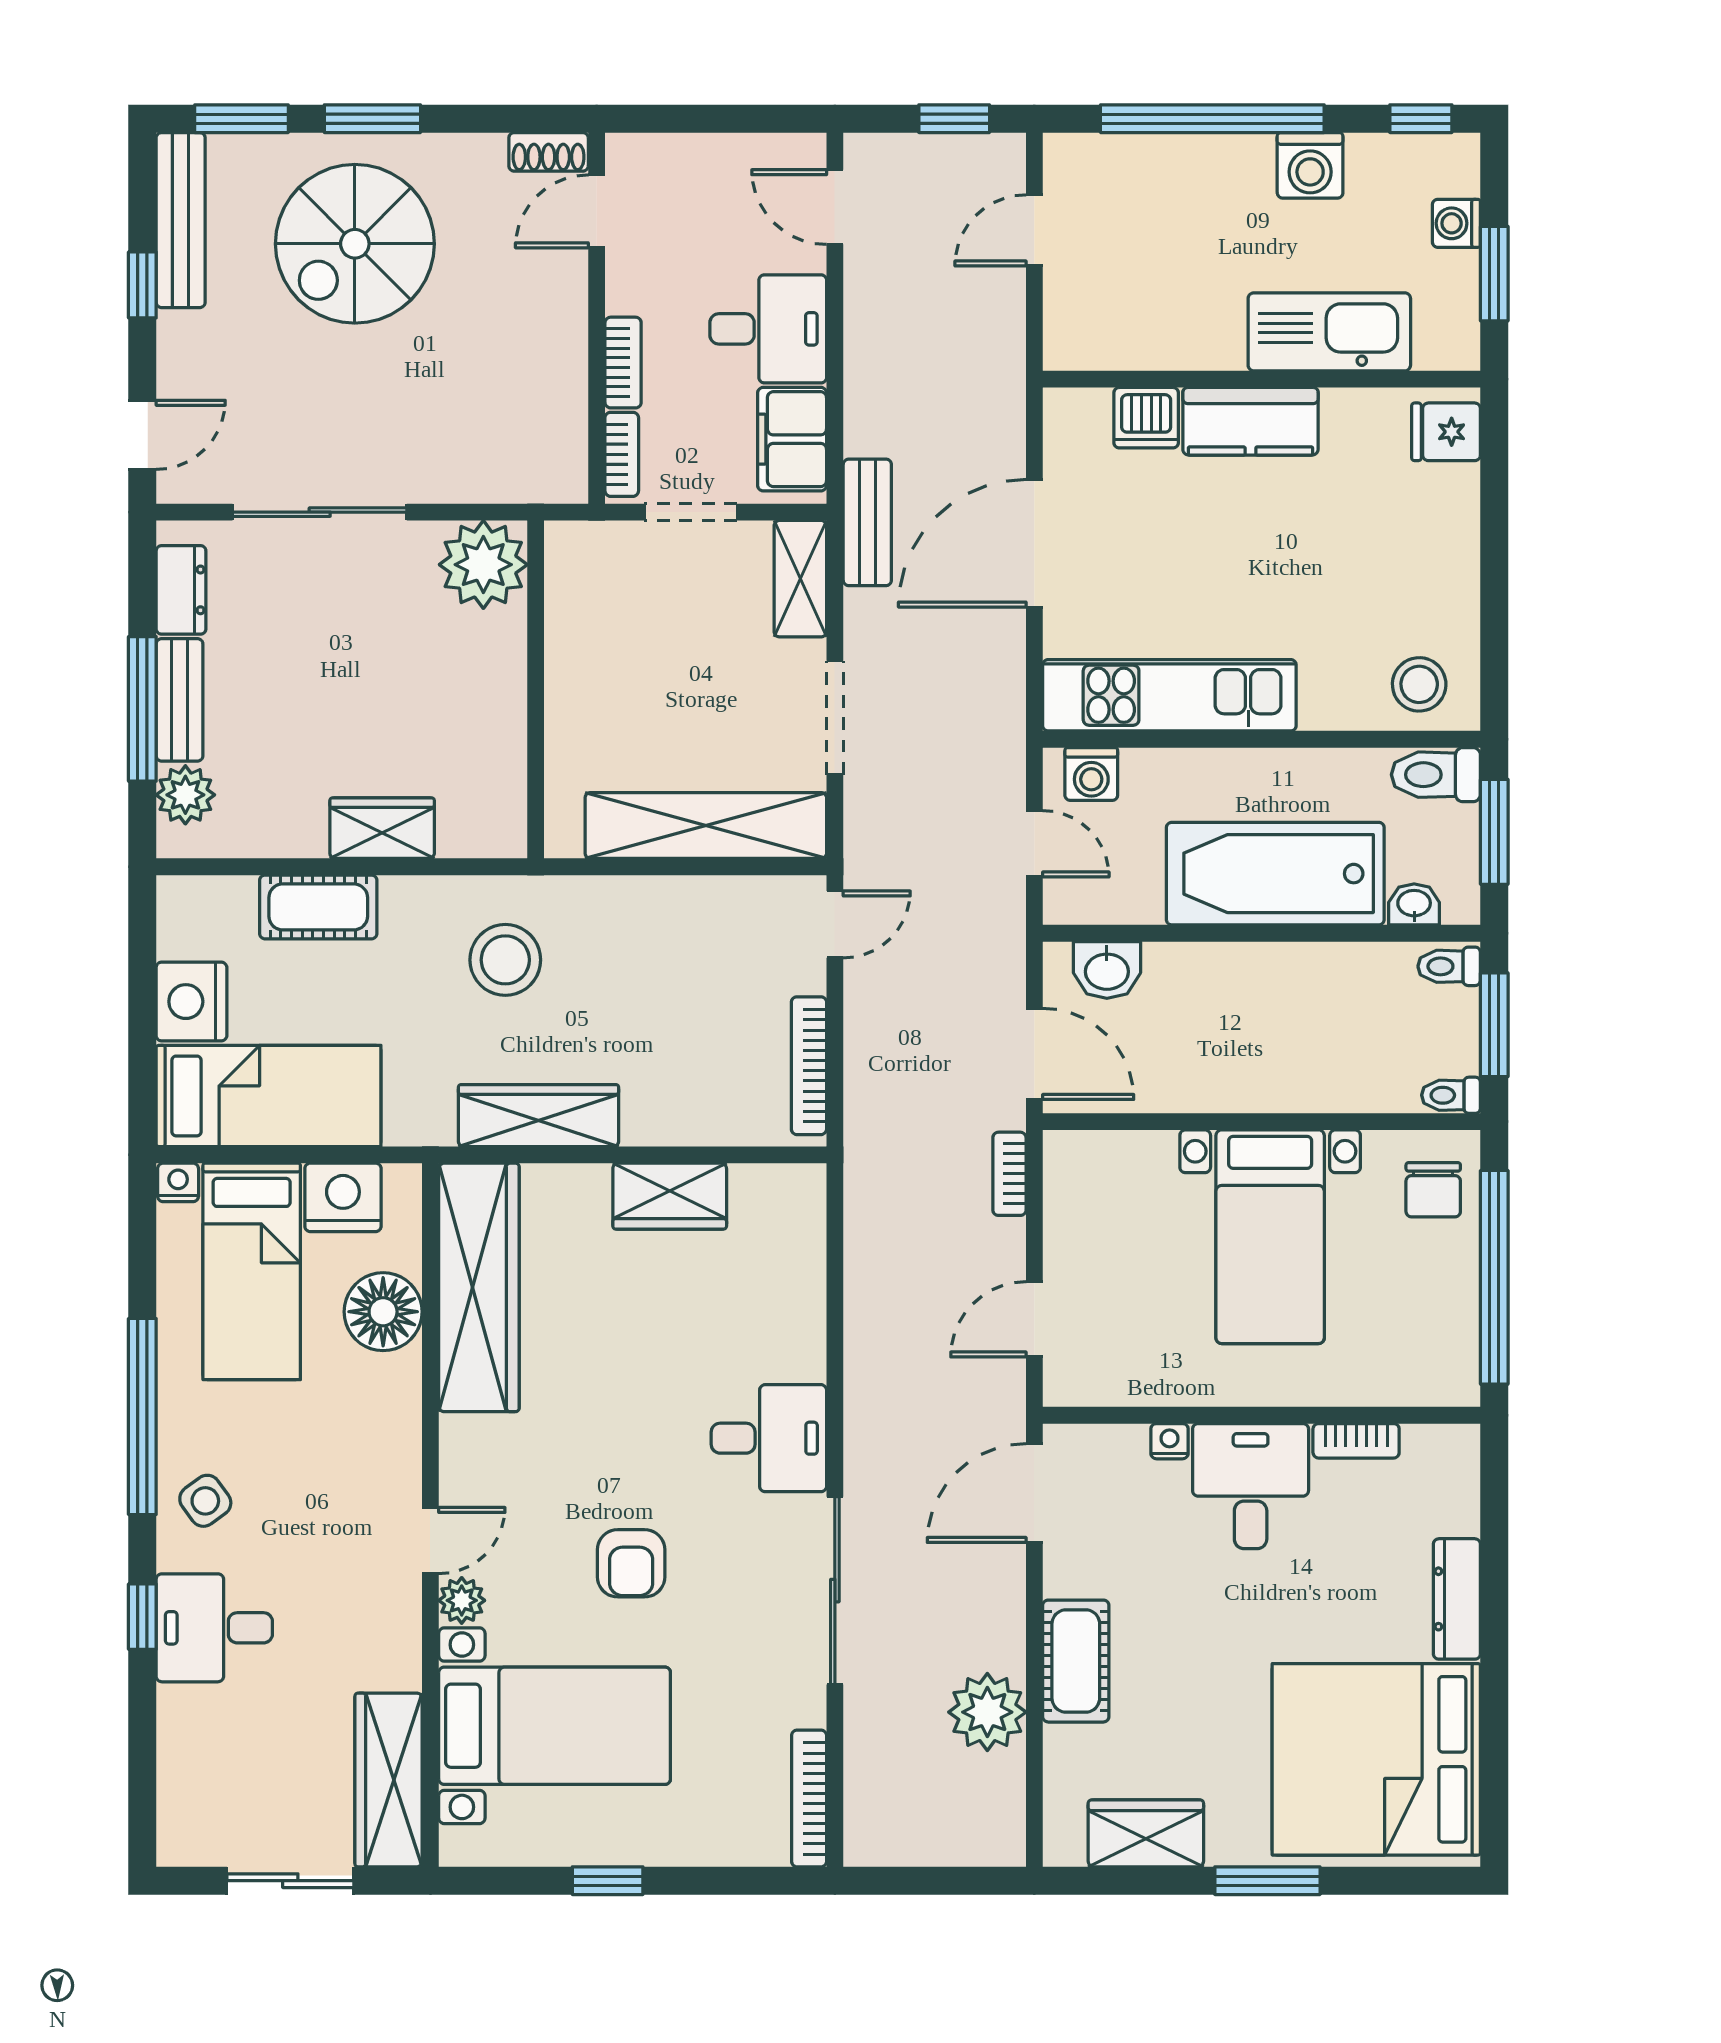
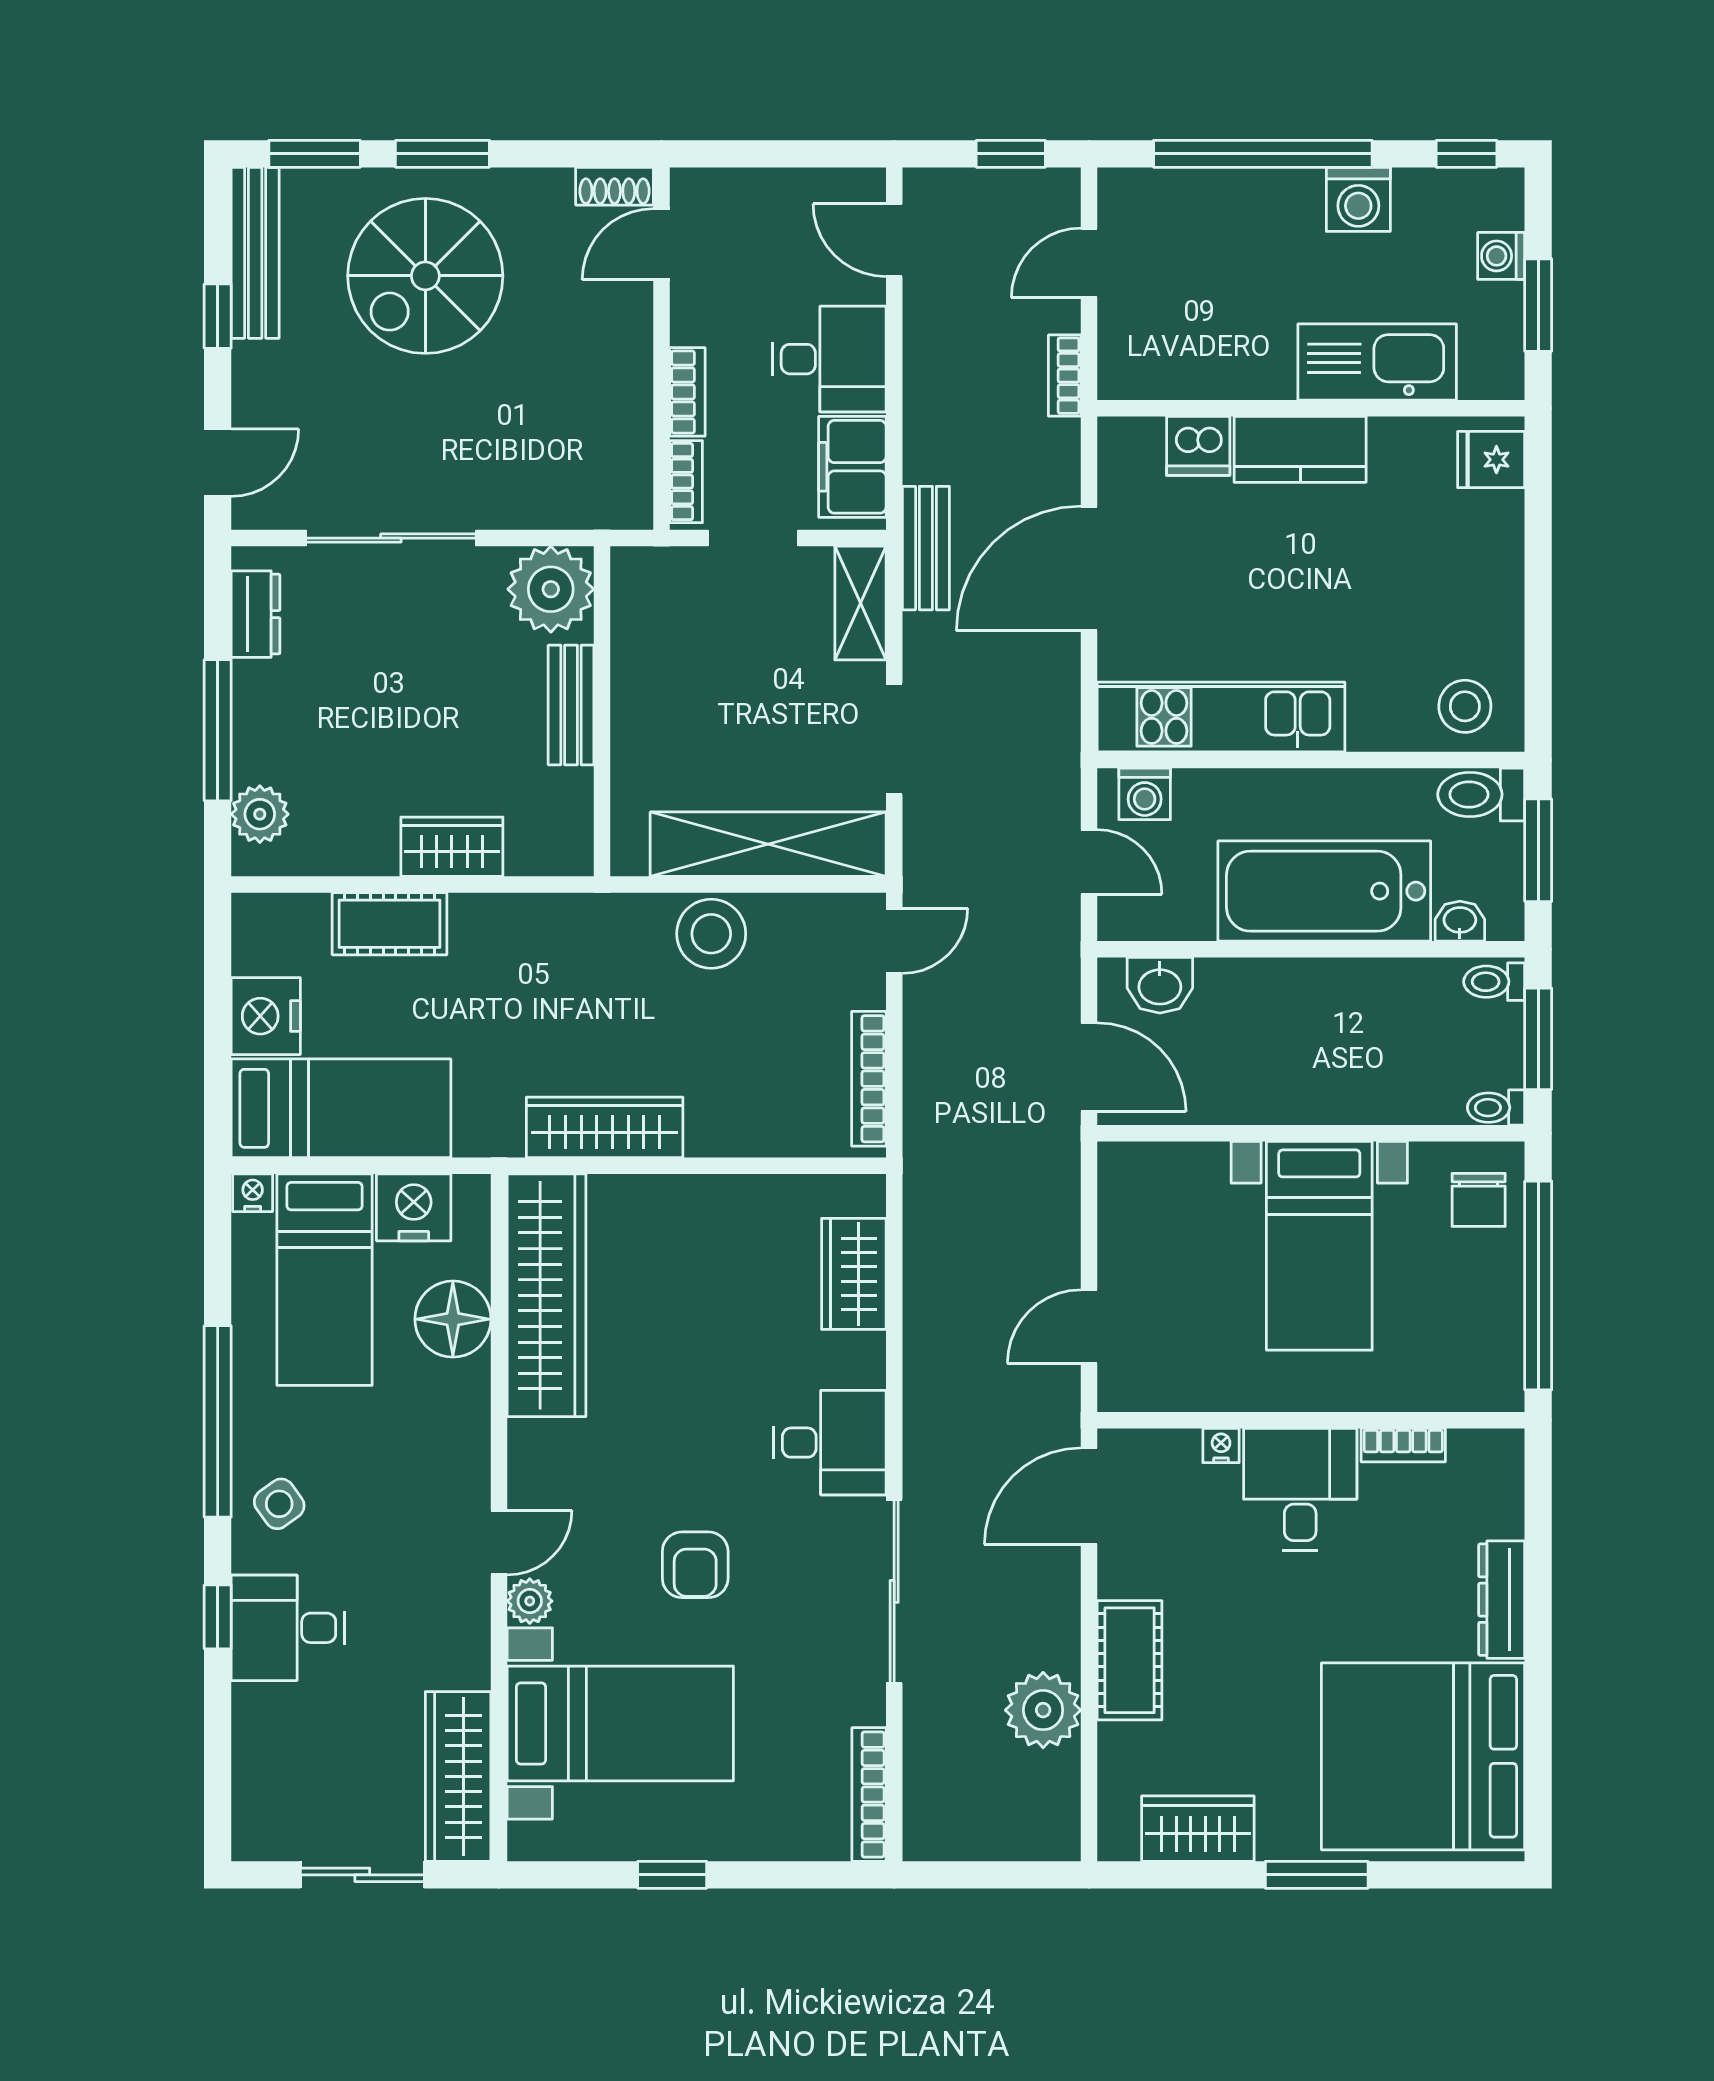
bench: (180, 700) -> (571, 705), moved
stool: (505, 960) -> (711, 934), moved
bookcase: (1009, 1174) -> (1065, 376), moved
wardrobe: (670, 1196) -> (854, 1274), moved, turned 90

